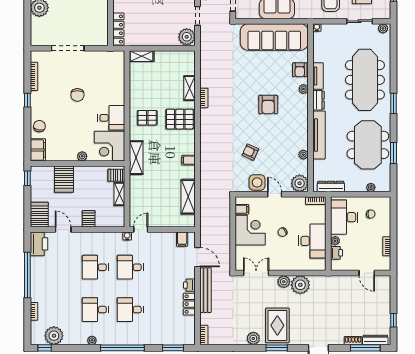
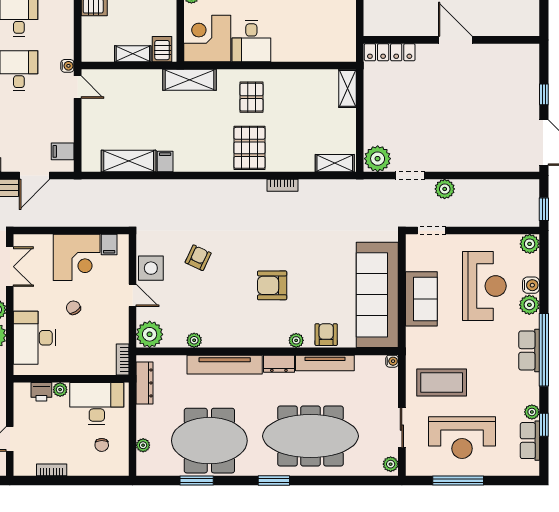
armchair: (300, 70) -> (326, 335), turned 90
tv unit: (318, 76) -> (325, 363), width x1.41
shelving: (190, 88) -> (335, 163), moved
filing cabinet: (189, 160) -> (165, 161), moved
door: (275, 194) -> (133, 295), hinge flipped
desk: (312, 241) -> (34, 338), moved, turned 90

